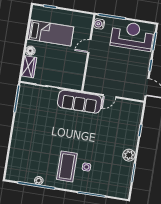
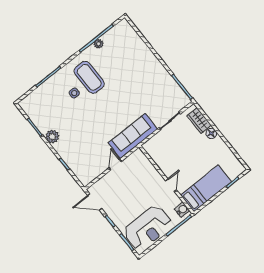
bed: (51, 33) -> (206, 188), moved, turned 180

